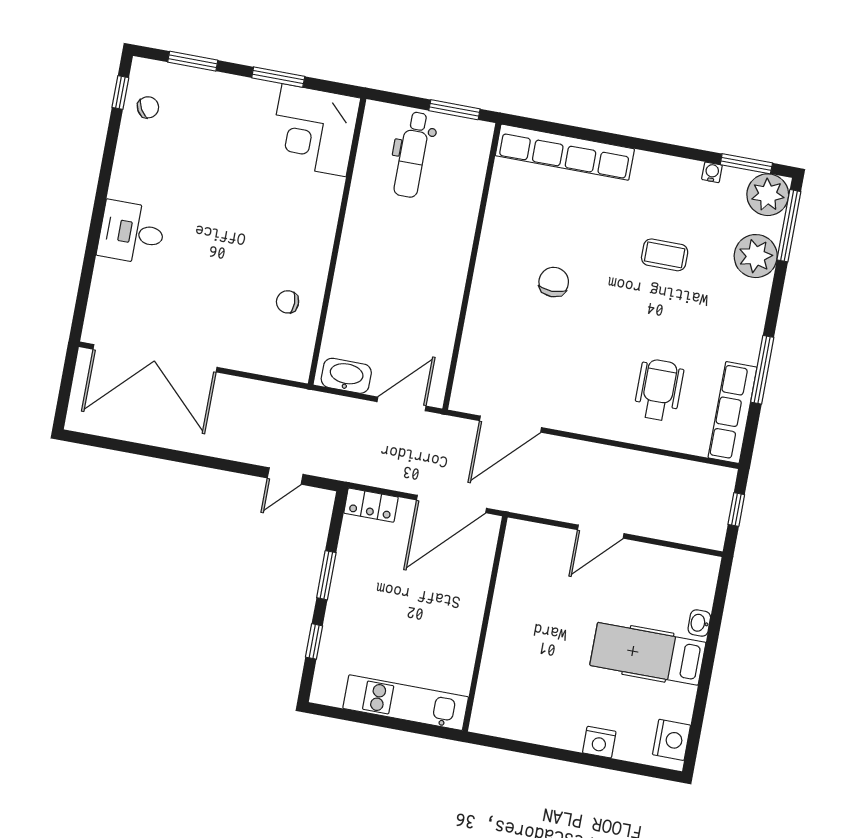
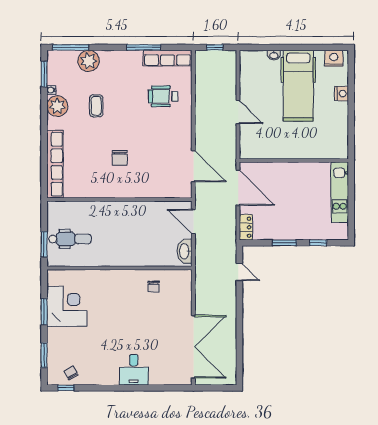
window: (454, 110) -> (44, 244), moved
corner desk: (314, 130) -> (67, 306), moved, turned -90
plant: (768, 195) -> (57, 106), moved
chair: (554, 282) -> (120, 158), turned -90
hospital bed: (648, 654) -> (298, 86), width x1.37, depth x1.29

